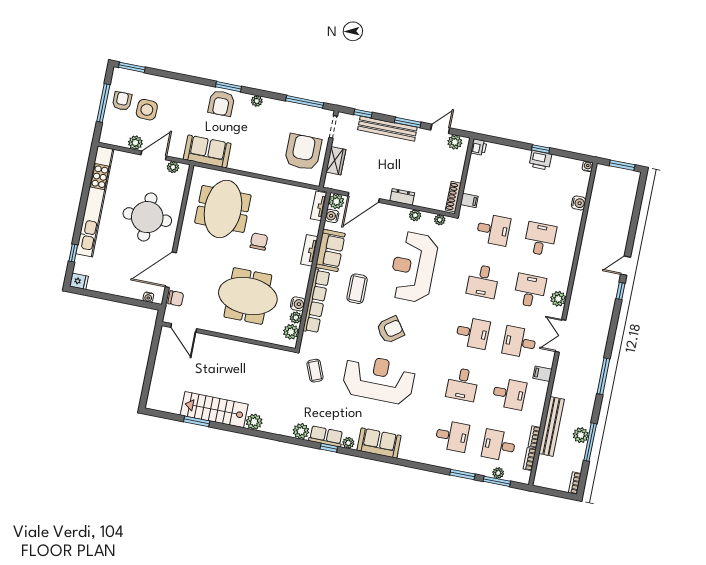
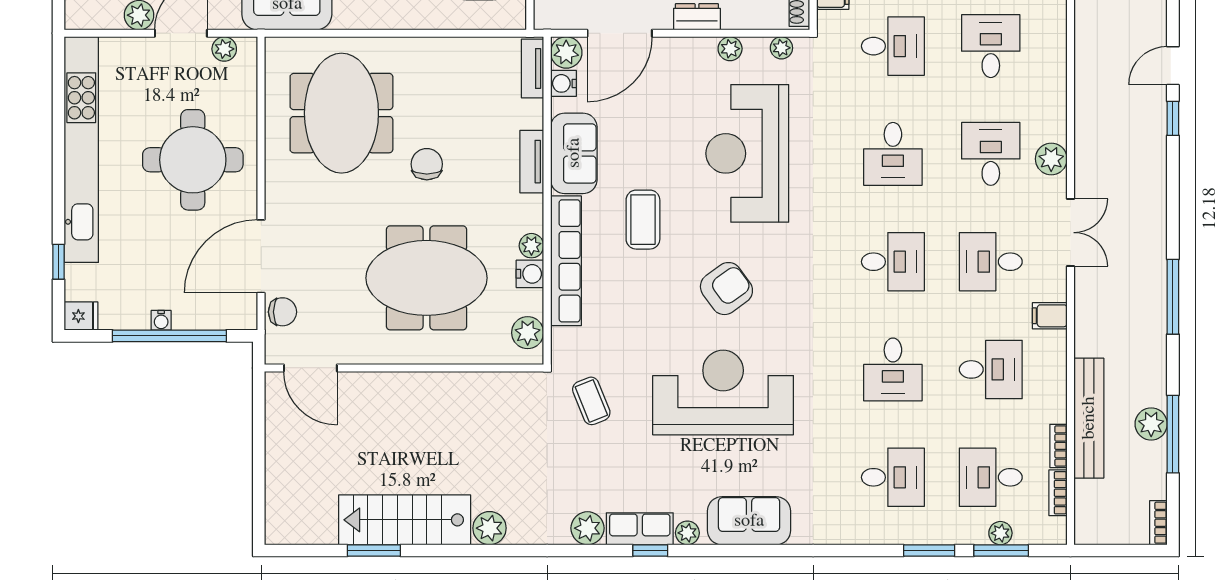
water cooler: (148, 297) -> (161, 320), moved
window: (119, 299) -> (169, 336), added
plant: (296, 318) -> (531, 246), moved
double door: (560, 336) -> (1071, 233), swing flipped

